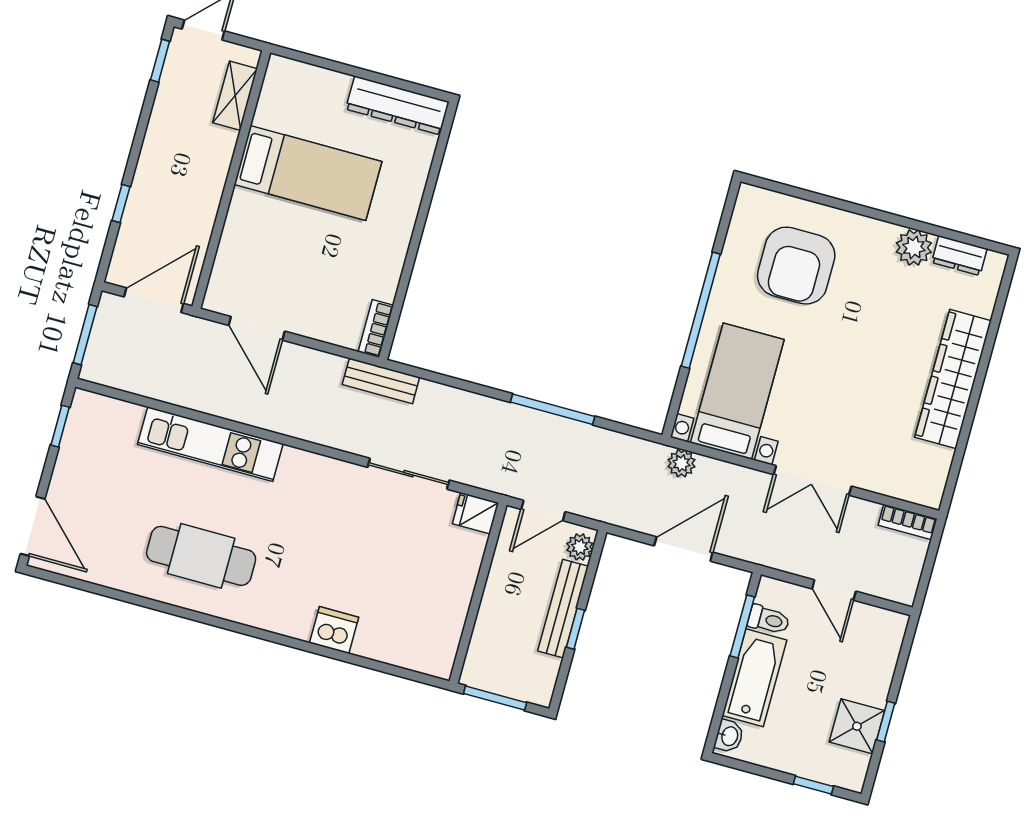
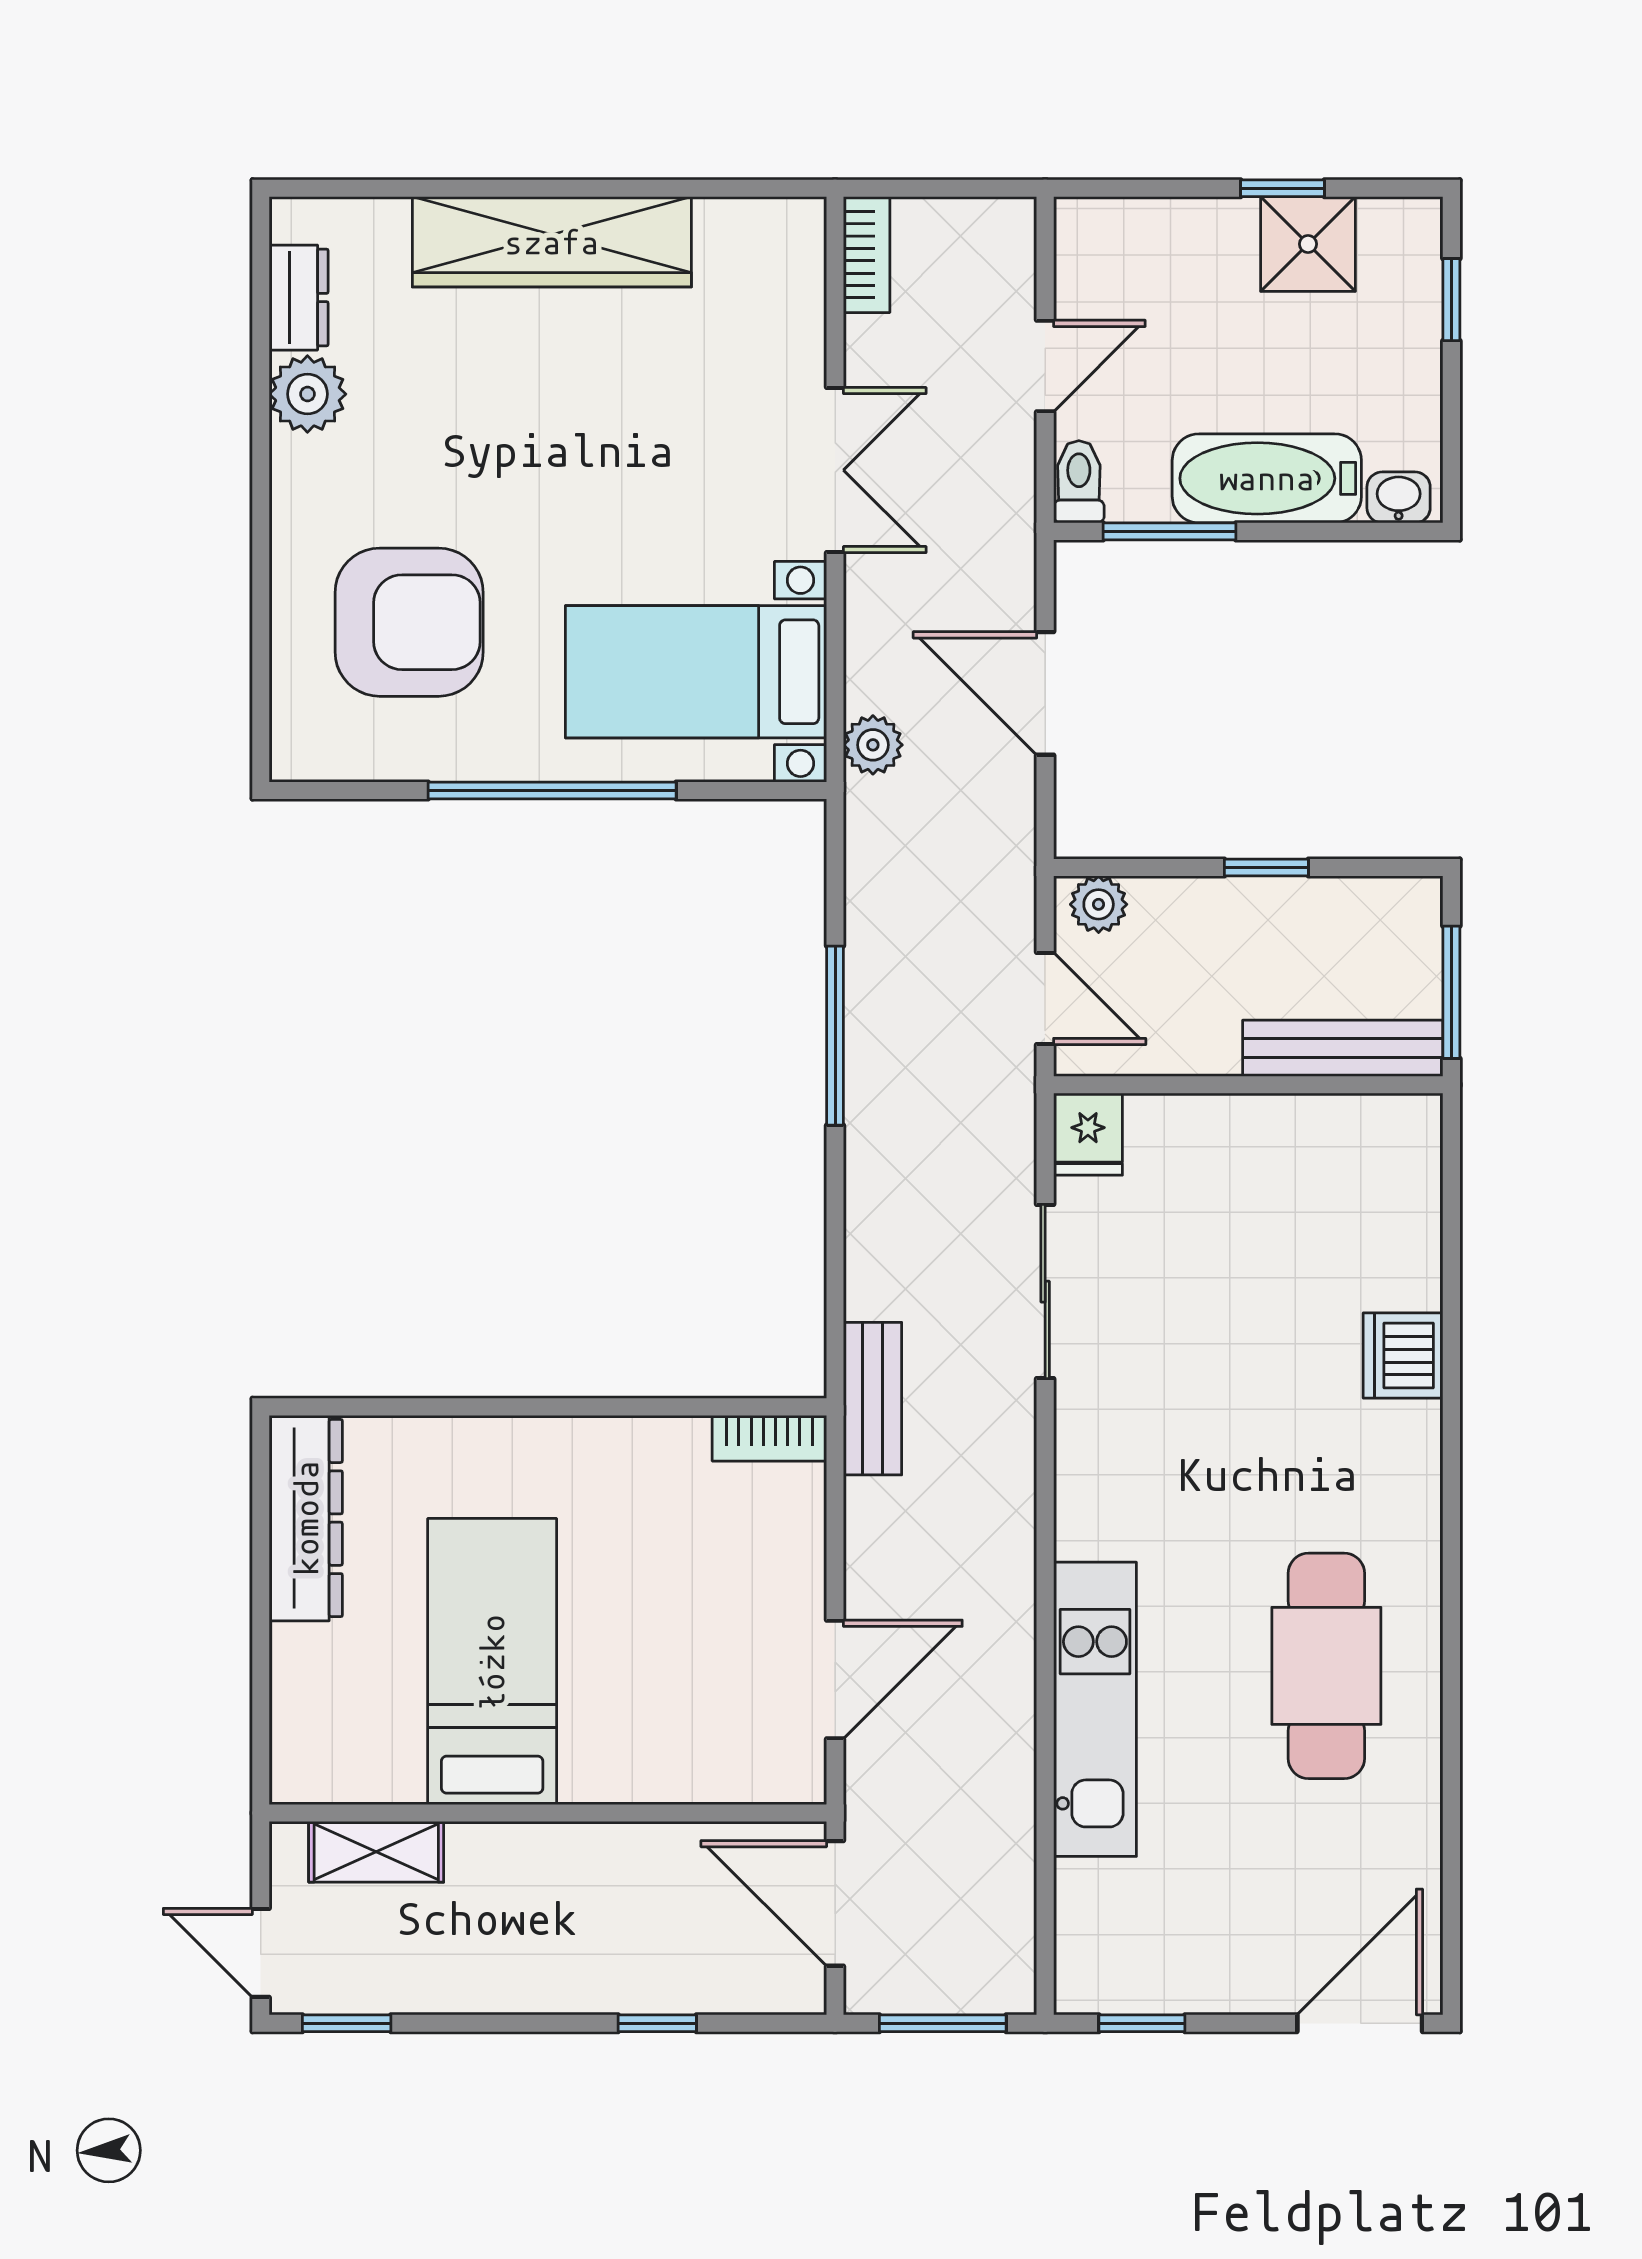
bench: (563, 609) -> (1343, 1048), moved
toilet: (769, 620) -> (1079, 482), moved

